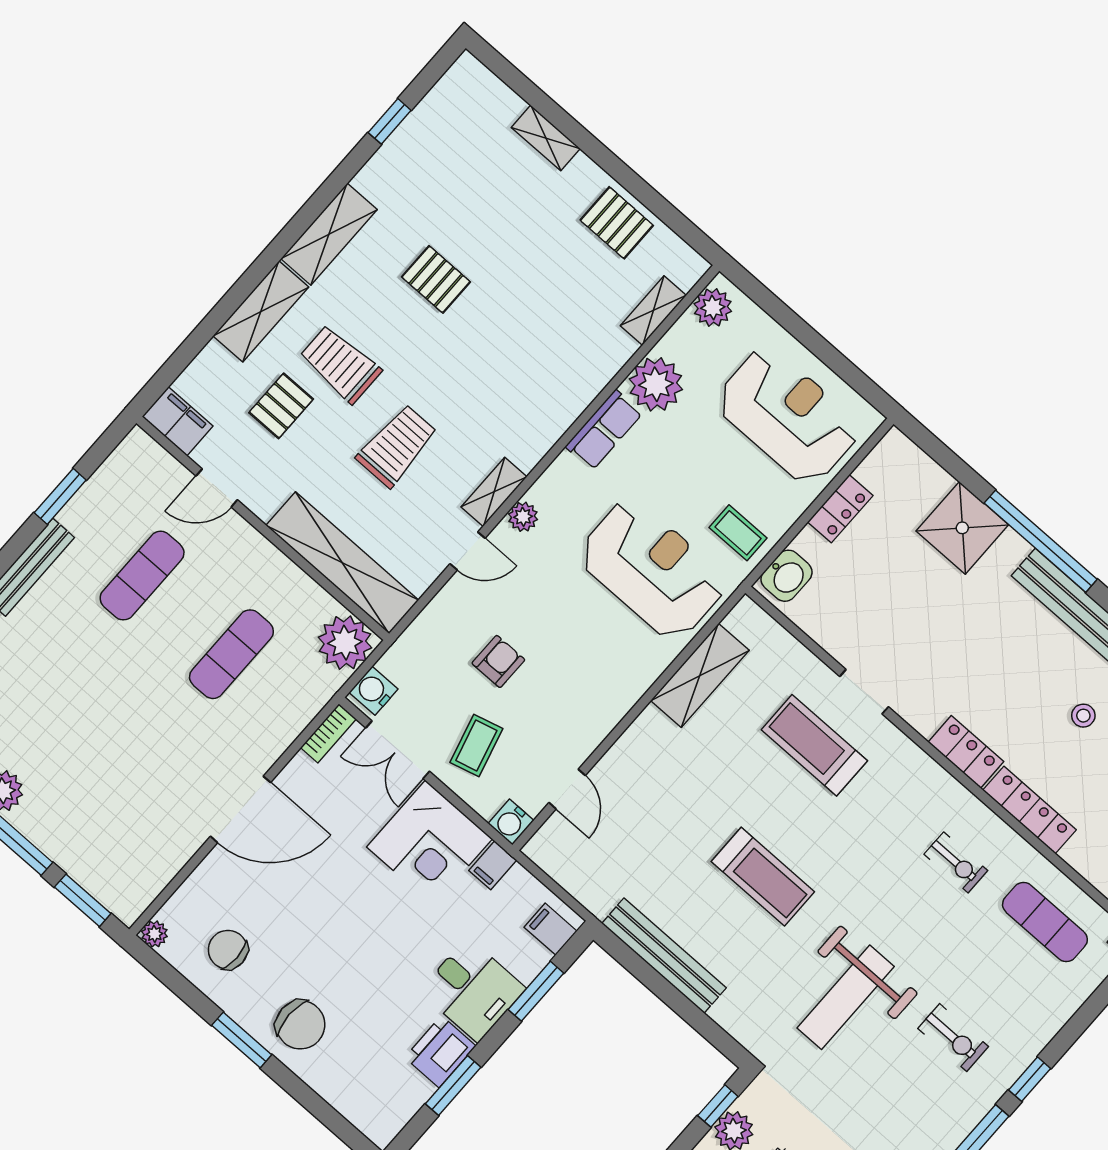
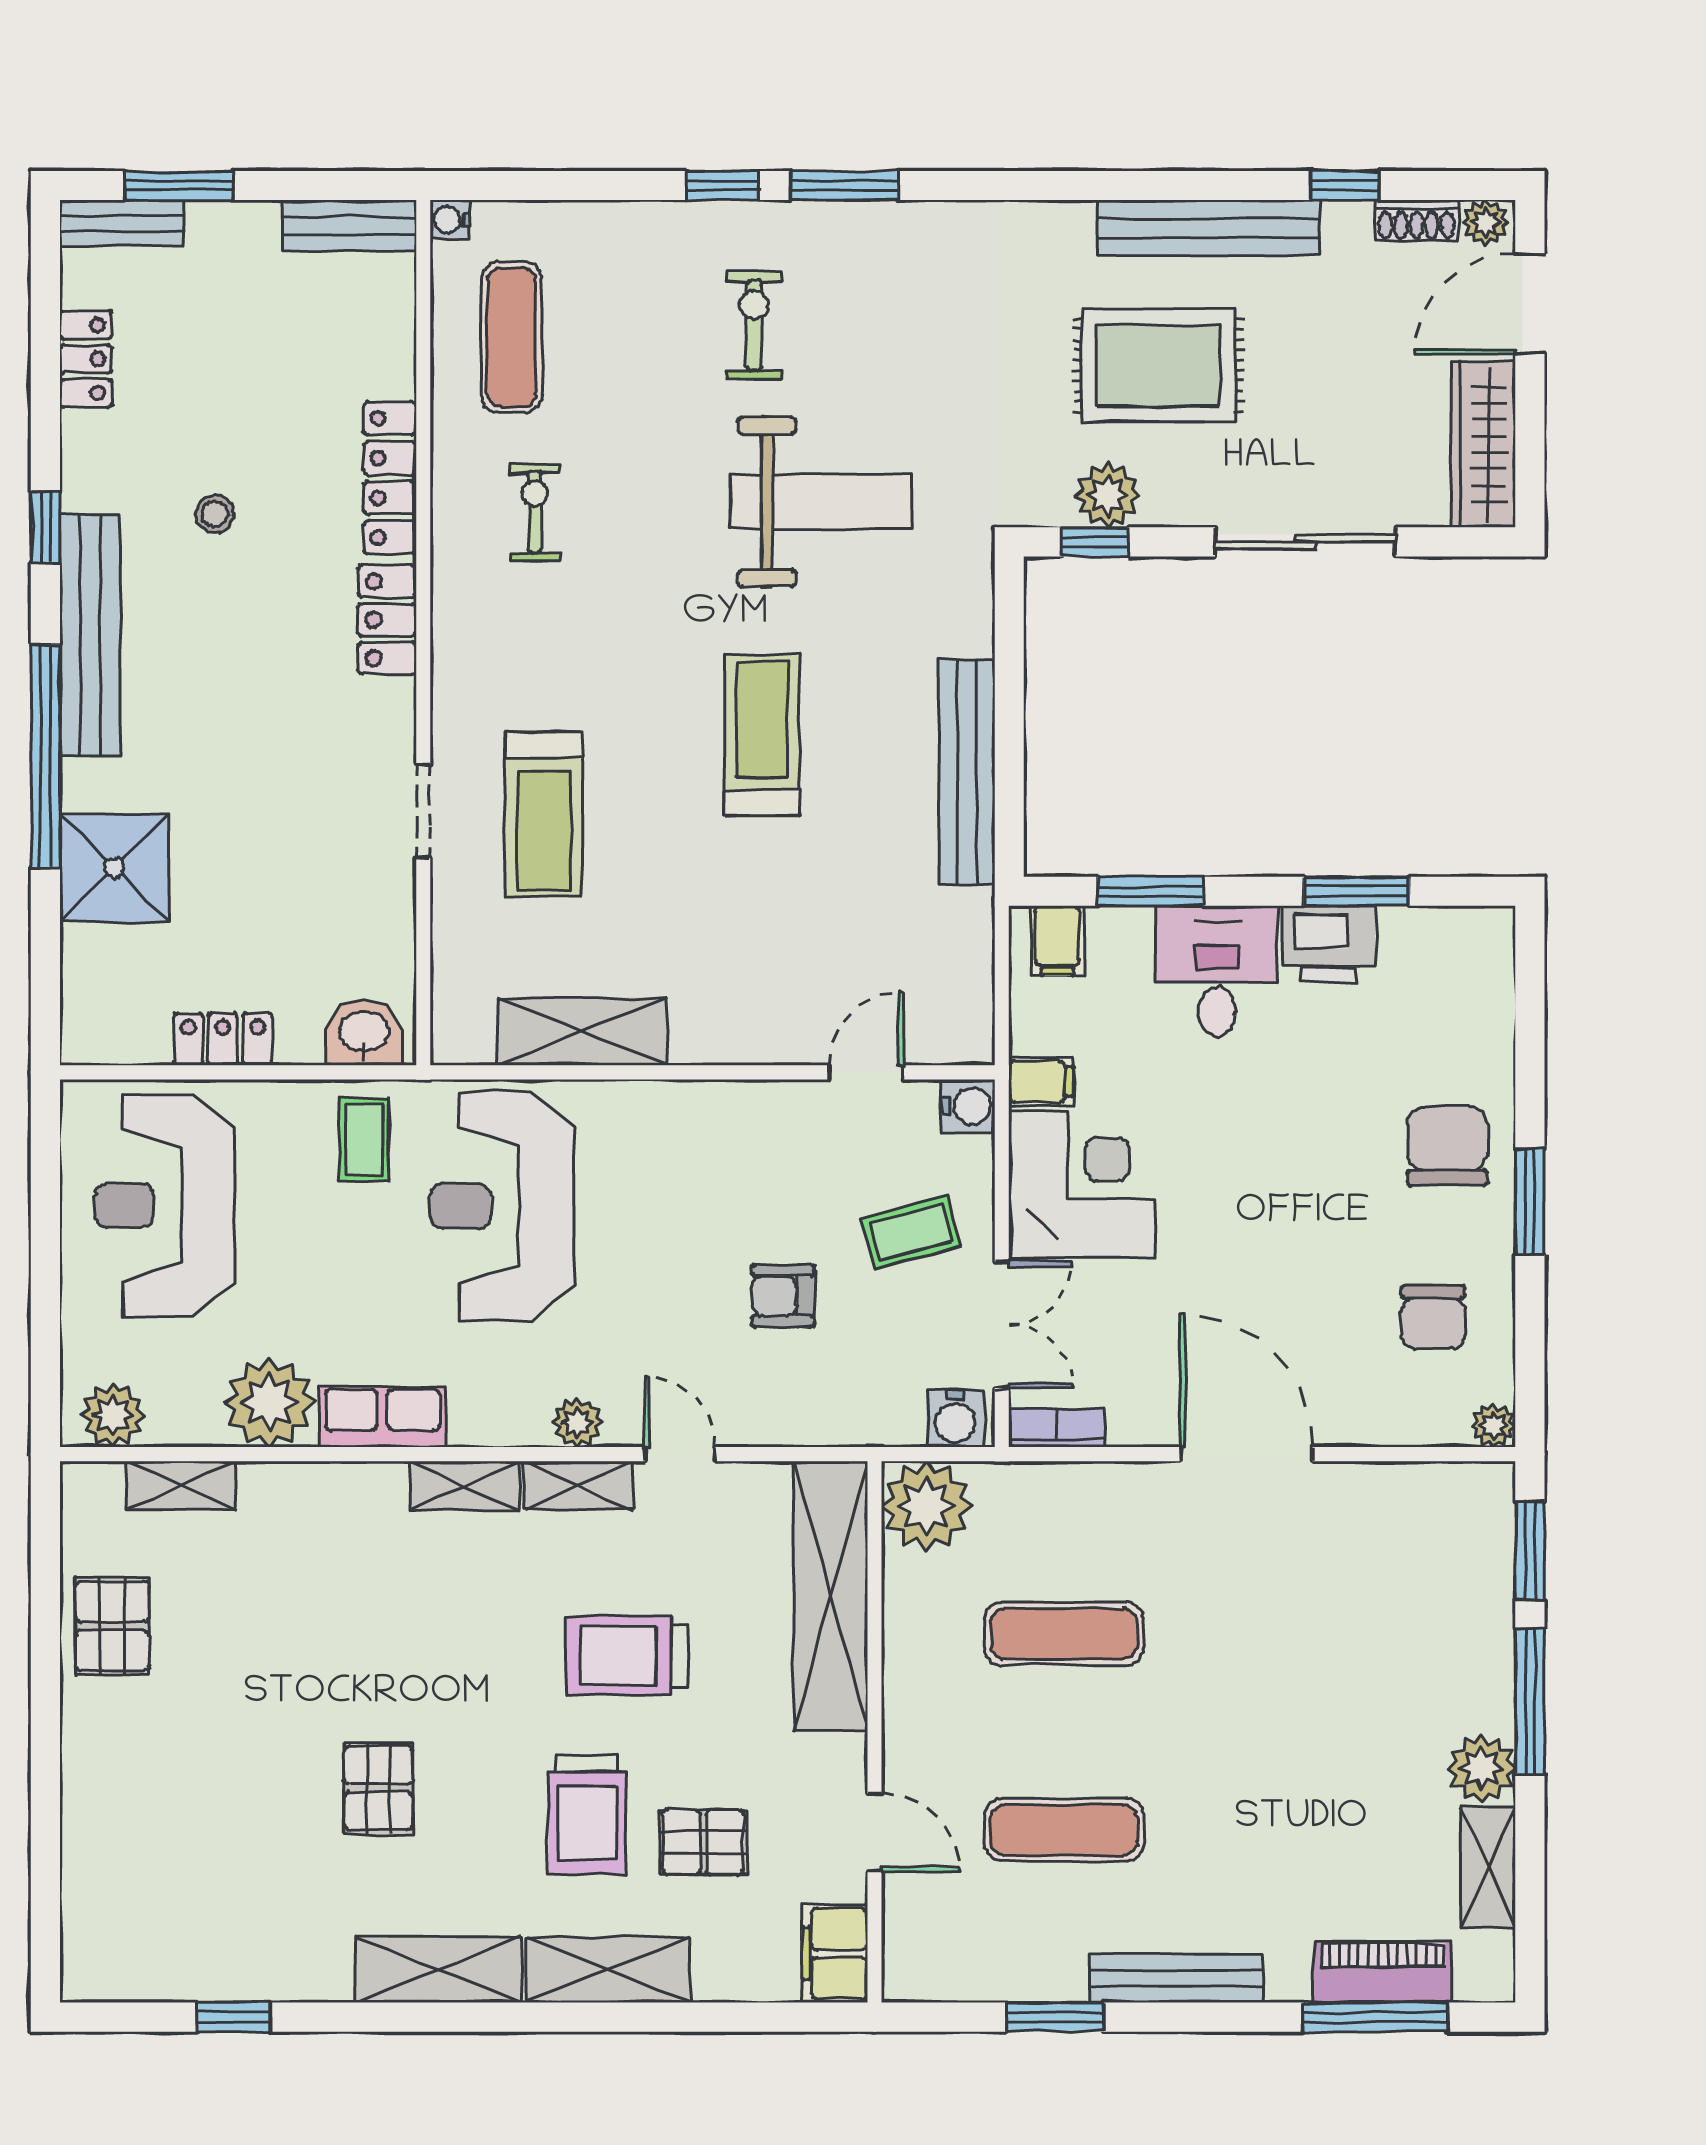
shelving: (546, 138) -> (465, 1486), moved, turned 90

